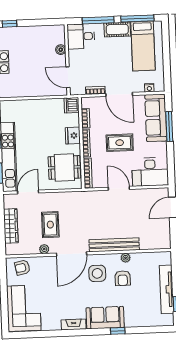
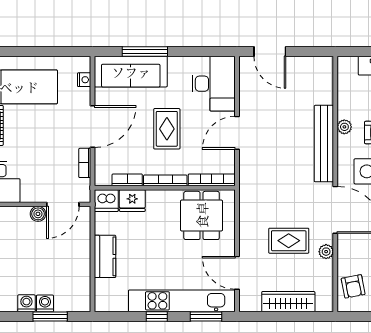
boiler: (61, 50) -> (38, 214), moved
kitchen counter: (35, 106) -> (105, 256), added
fridge: (73, 136) -> (132, 201), moved

